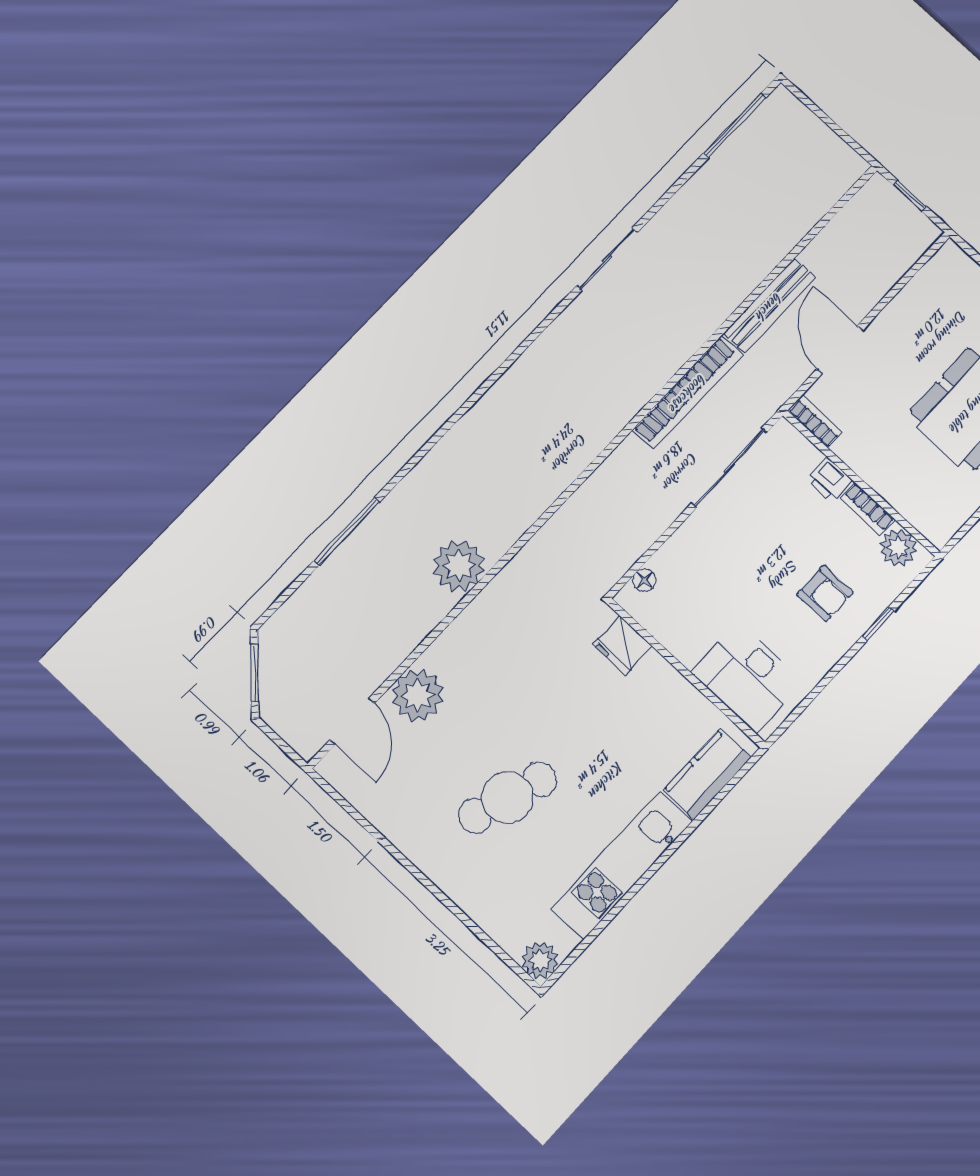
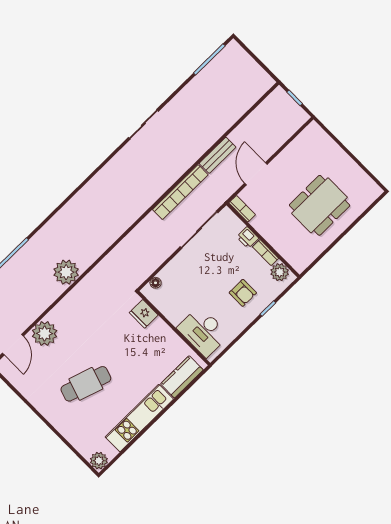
bench: (769, 306) -> (218, 155), width x0.73

